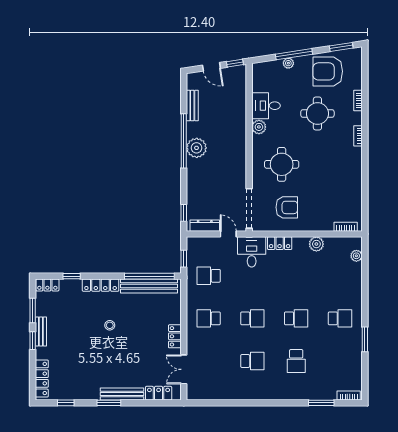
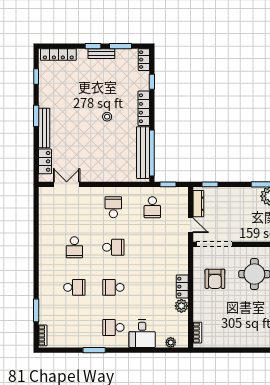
door: (228, 234) -> (191, 225), hinge flipped
locker: (280, 243) -> (182, 287), moved
desk: (252, 252) -> (142, 334), moved, turned 90
school desk: (209, 276) -> (152, 207), turned 180
school desk: (252, 318) -> (113, 247), turned -90
school desk: (296, 318) -> (113, 287), turned 90
school desk: (340, 318) -> (113, 327), turned 90
locker: (175, 336) -> (97, 176), removed
school desk: (296, 361) -> (74, 287), turned 180

